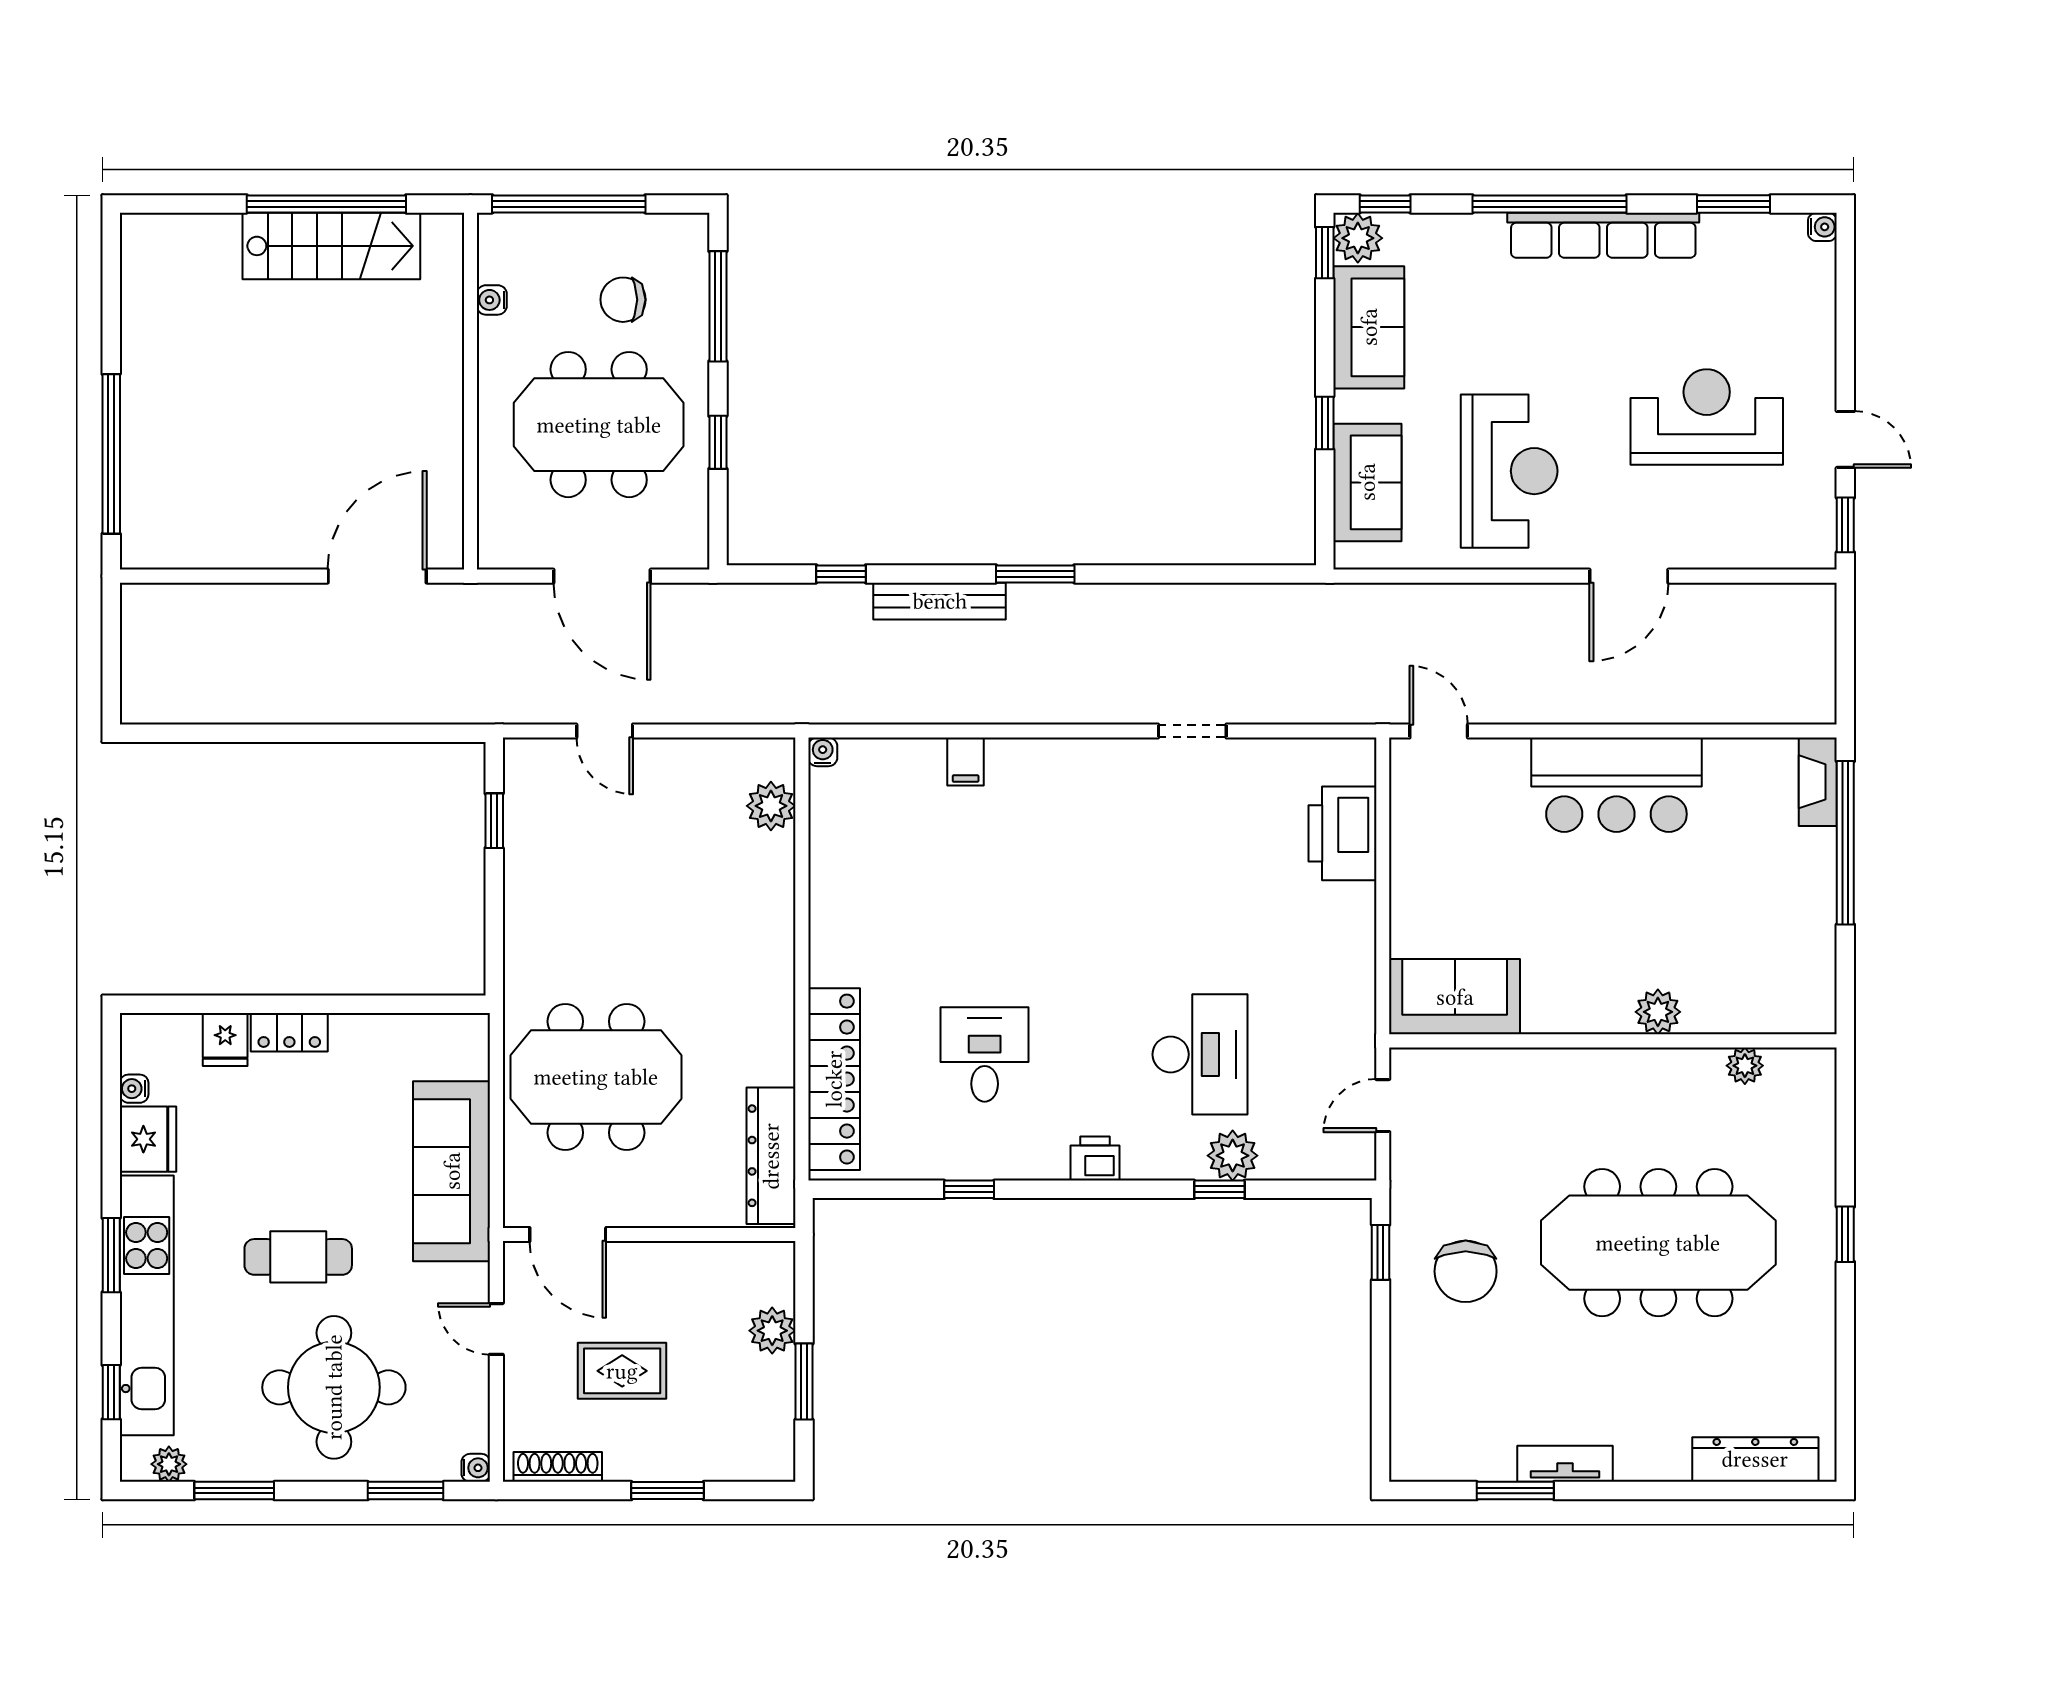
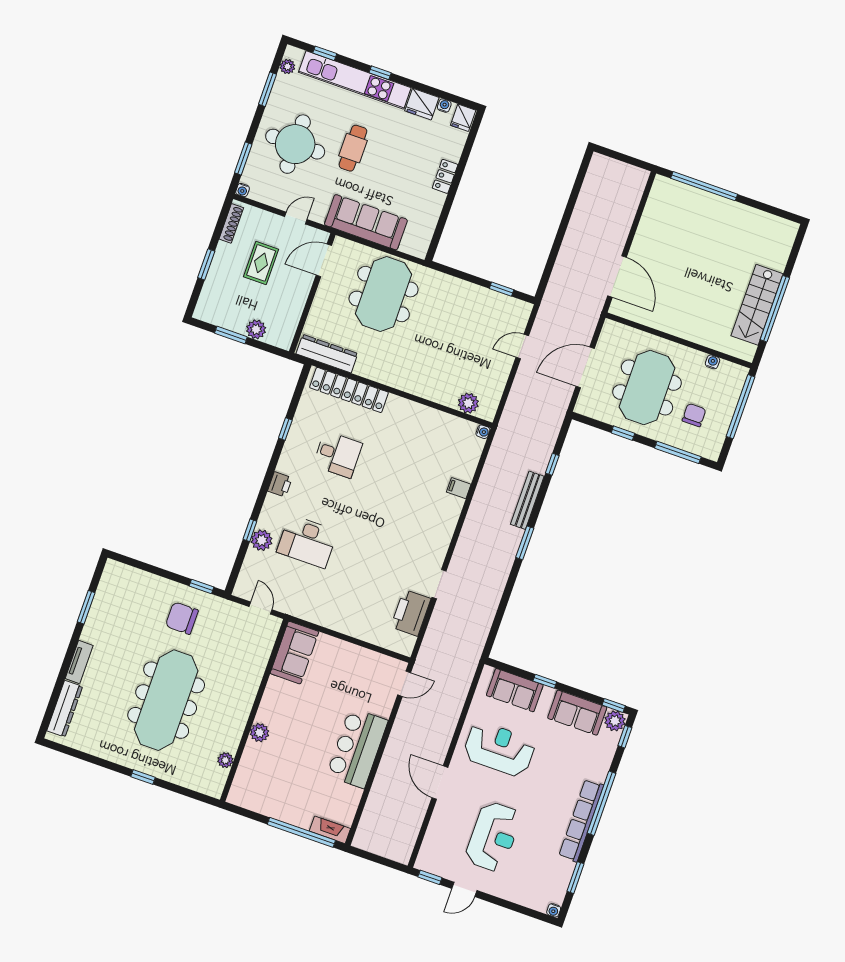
reception desk: (1509, 471) -> (499, 749), turned 180
printer: (1342, 833) -> (411, 613), moved, turned -90
fridge: (225, 1039) -> (463, 118), moved, turned -90
window: (111, 1255) -> (380, 73), width x0.67
tv unit: (1565, 1464) -> (79, 662), moved

